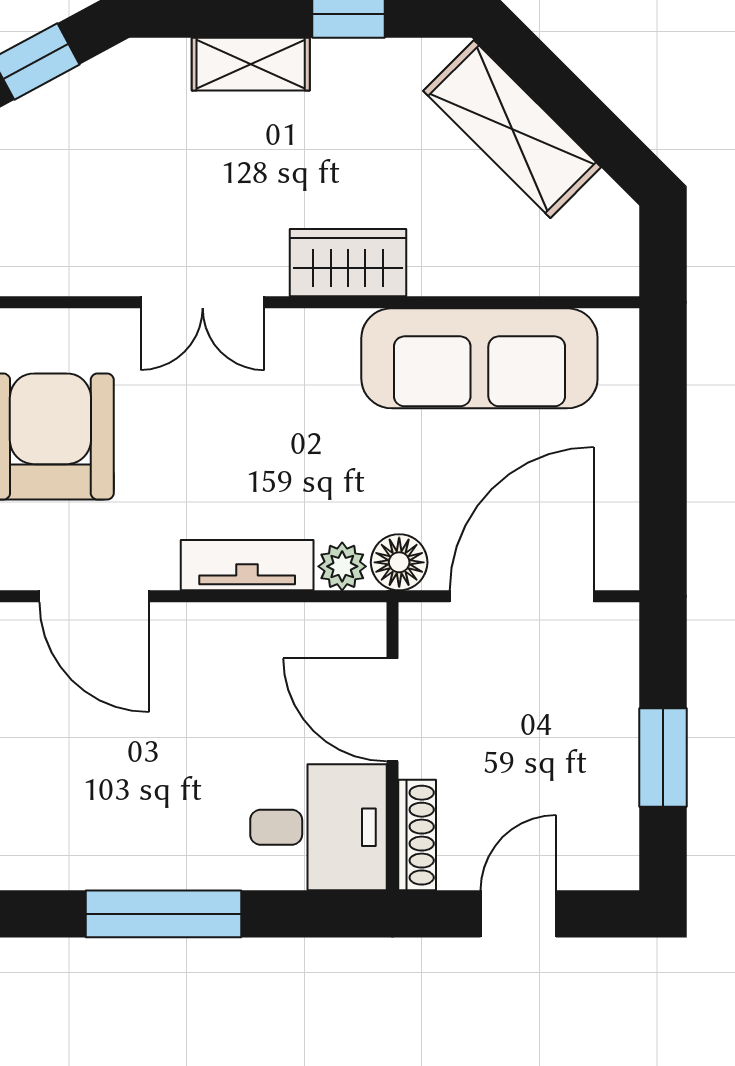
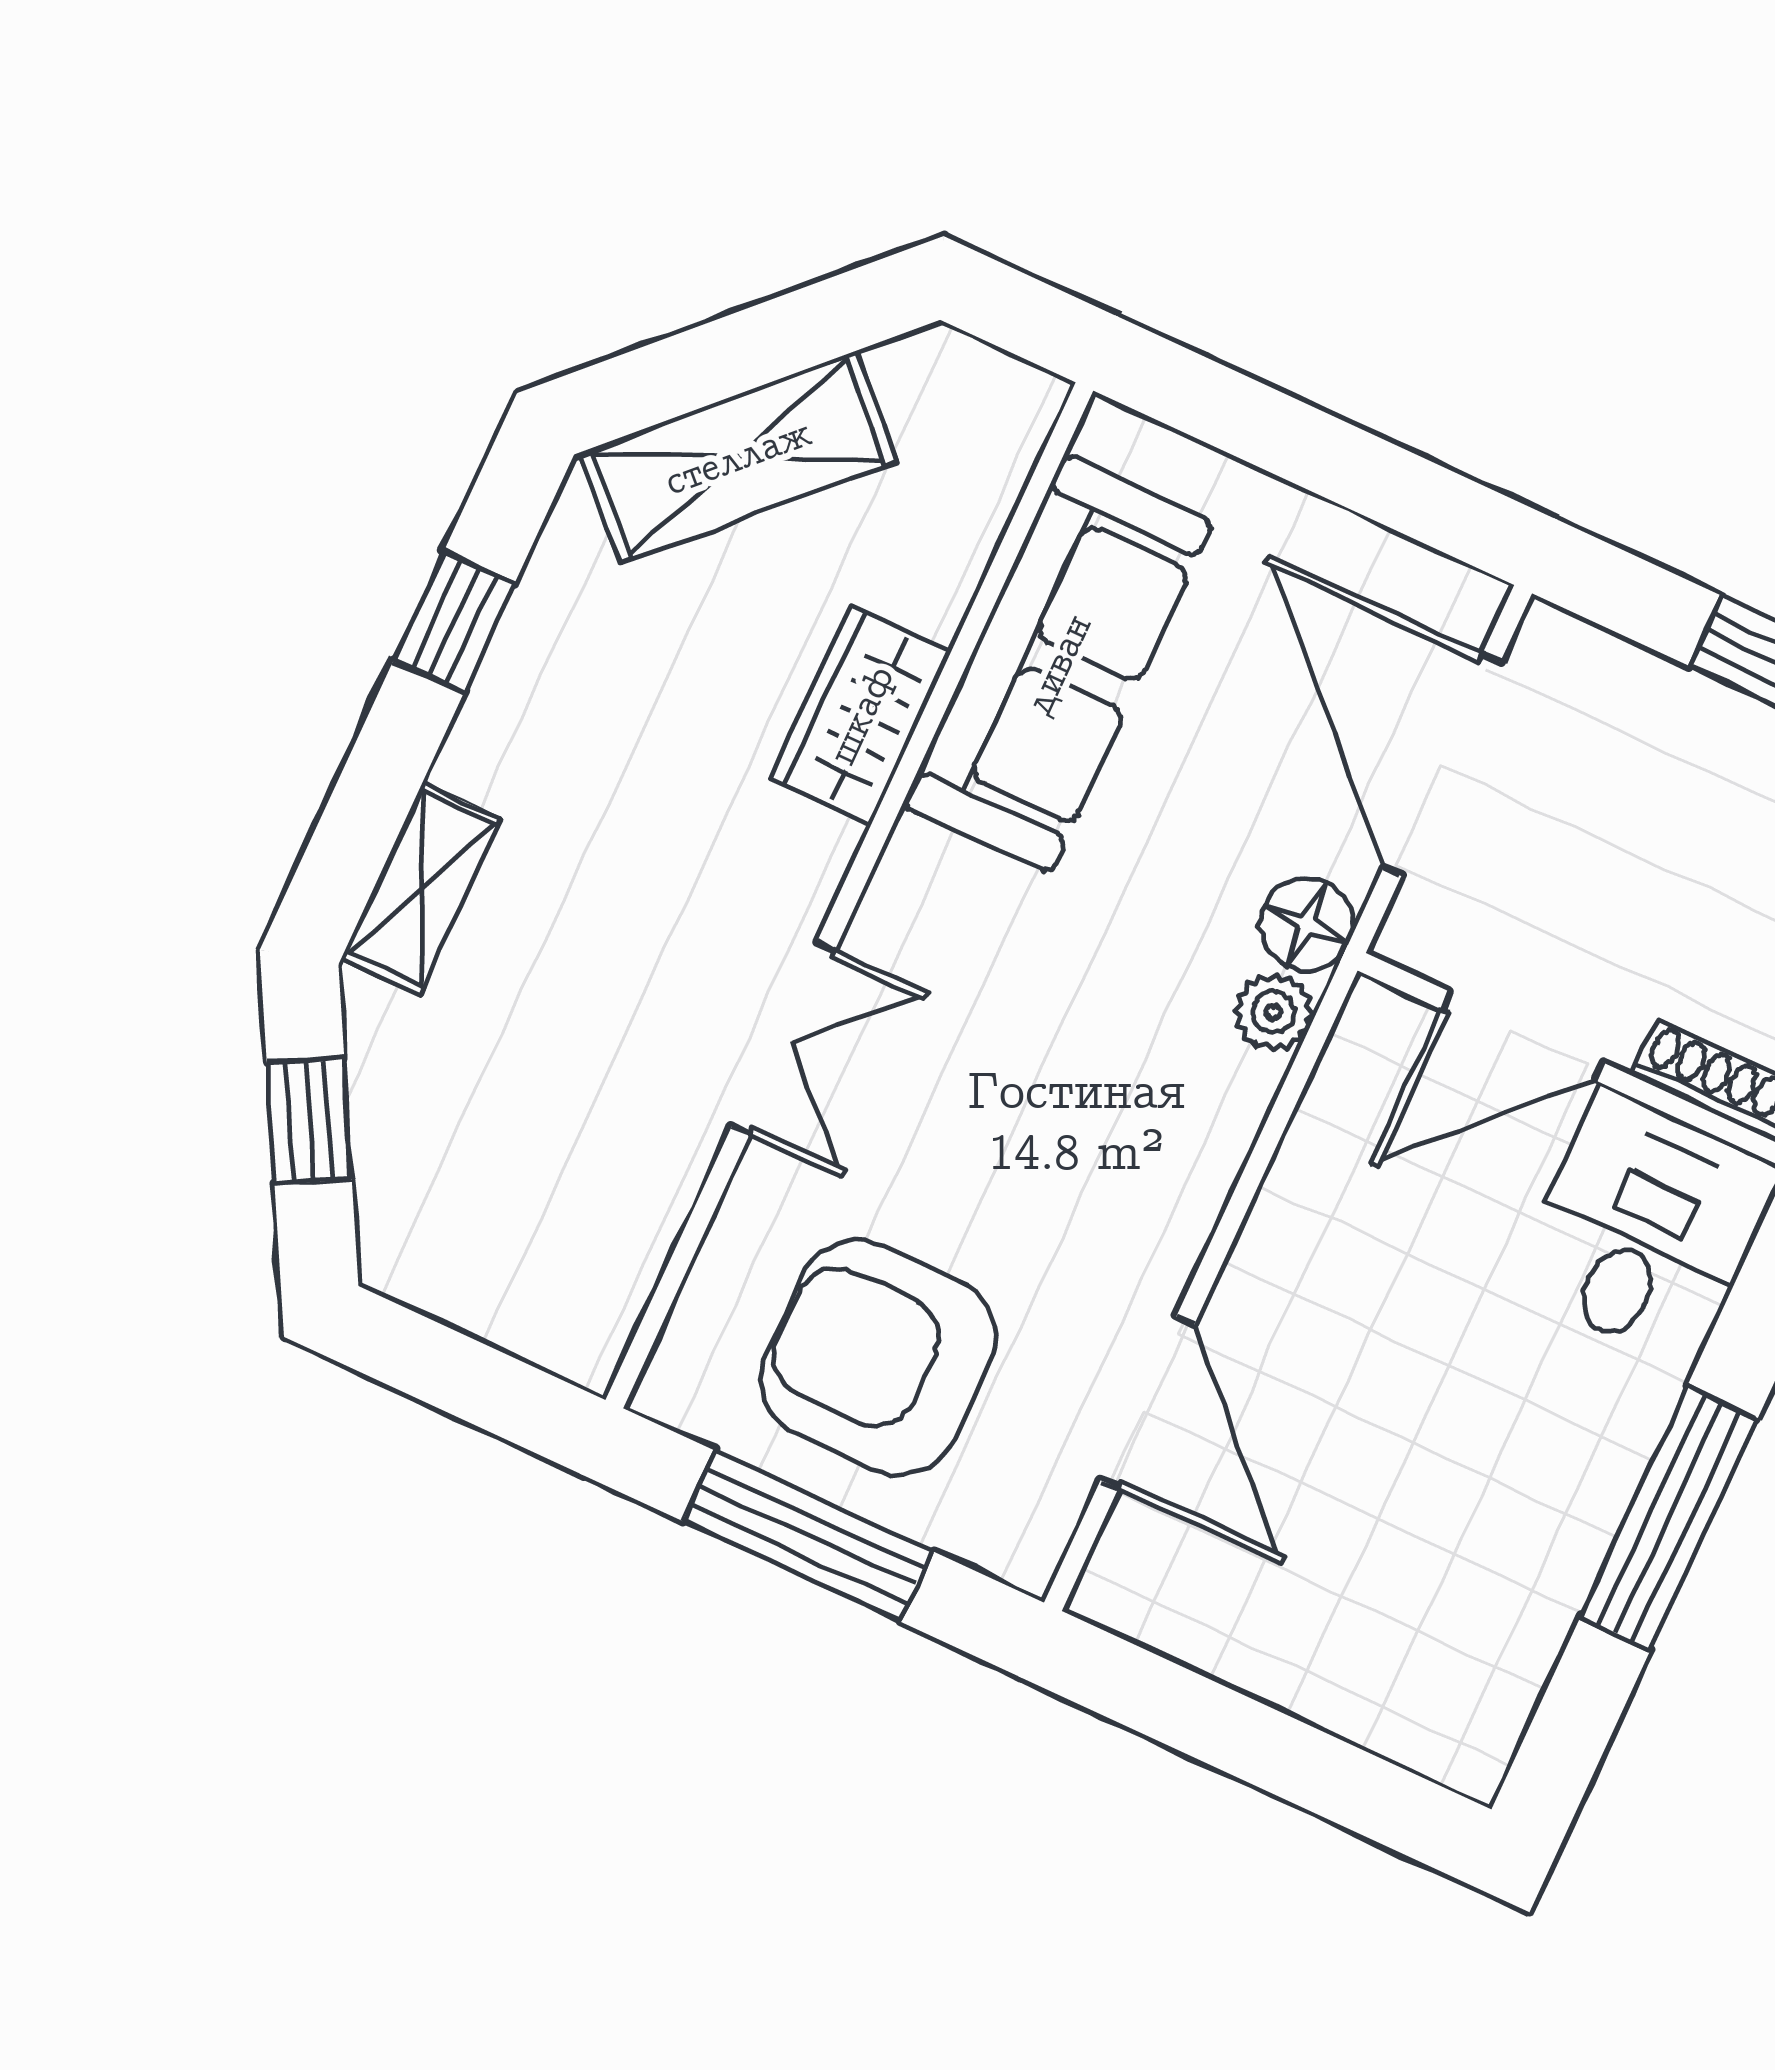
shelving: (251, 64) -> (421, 888), moved
wardrobe: (348, 263) -> (861, 715), moved
tv unit: (247, 565) -> (1206, 1153), removed
door: (94, 596) -> (1147, 1403), hinge flipped

